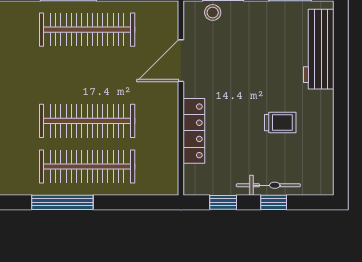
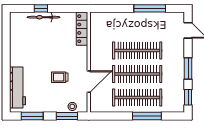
trolley: (280, 123) -> (60, 77), moved
locker: (194, 131) -> (82, 29), moved
clothes rail: (87, 166) -> (137, 74), moved
window: (223, 202) -> (67, 8), removed

